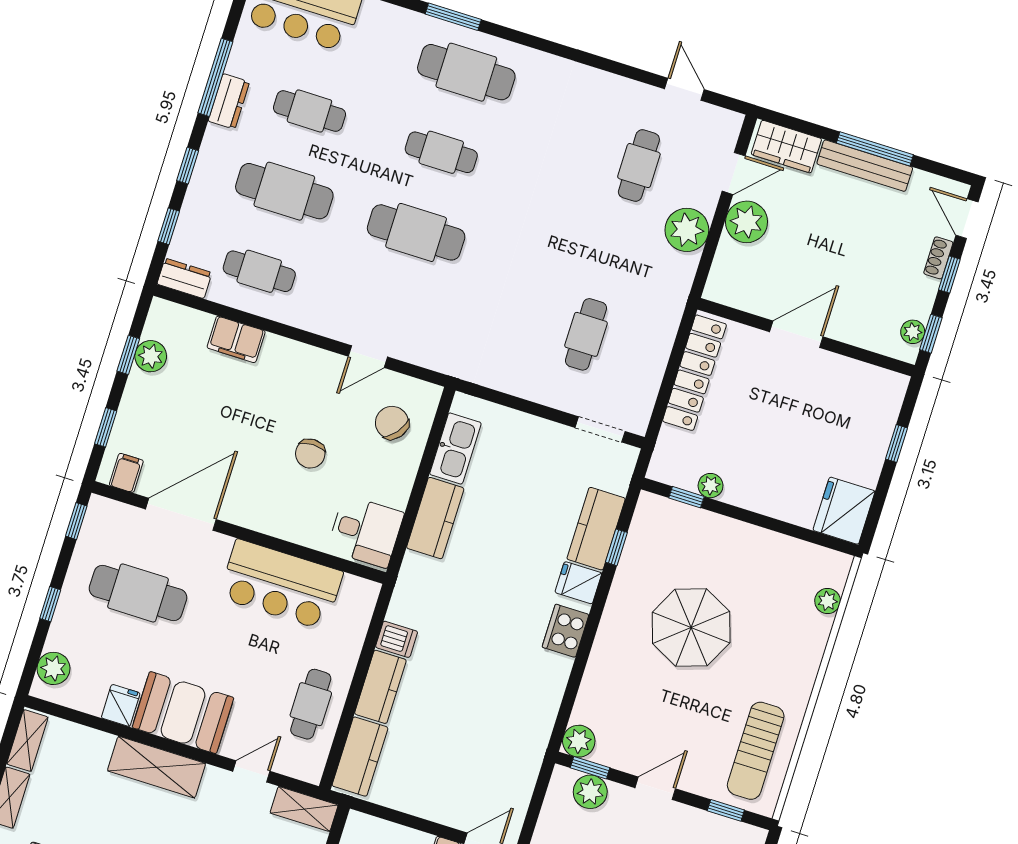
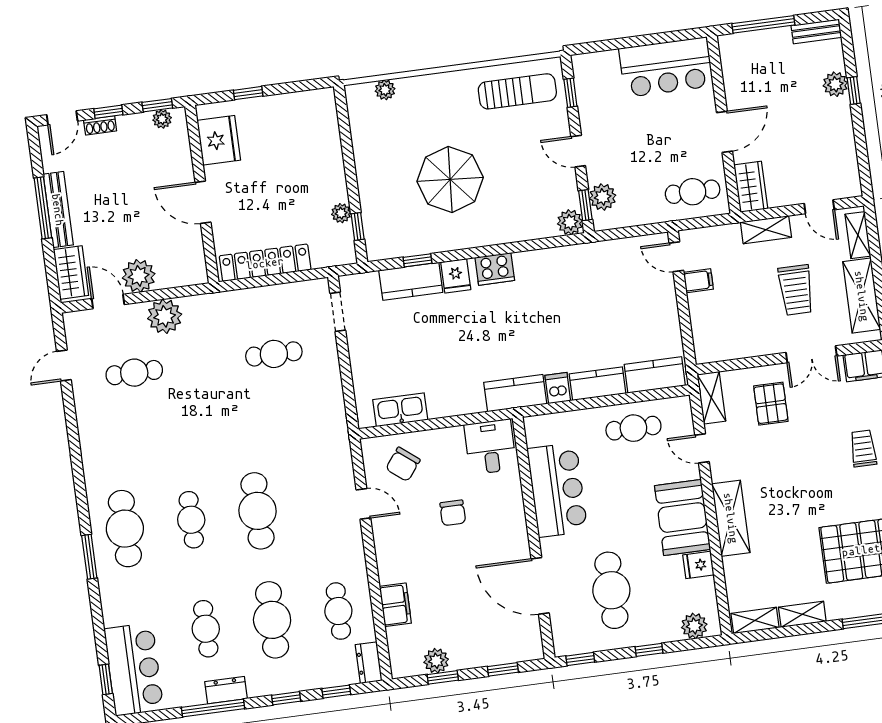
chair: (310, 454) -> (453, 513), turned 90
filing cabinet: (126, 473) -> (529, 639), removed
fridge: (844, 511) -> (219, 140), moved, turned -90
kitchen counter: (435, 518) -> (515, 393), moved

